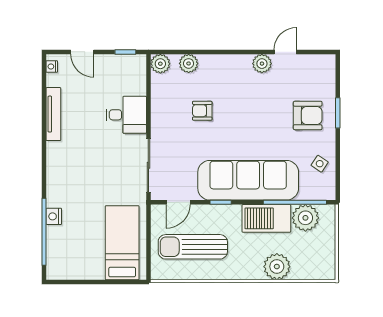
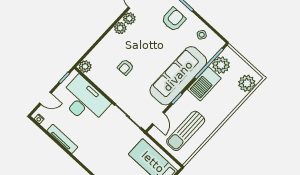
plant: (189, 63) -> (120, 28), moved
desk: (126, 115) -> (84, 101), width x1.87, depth x1.30
plant: (277, 267) -> (247, 83), moved

